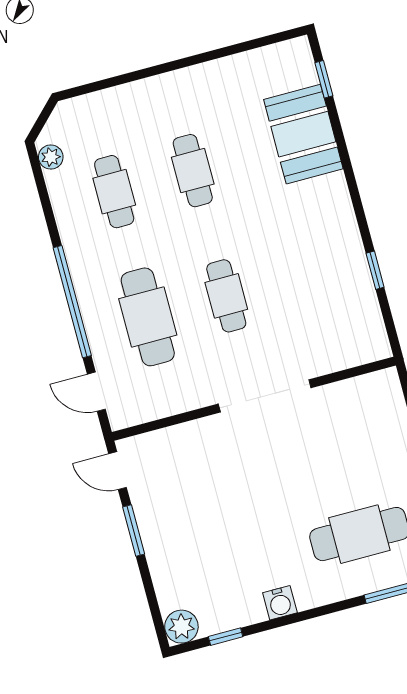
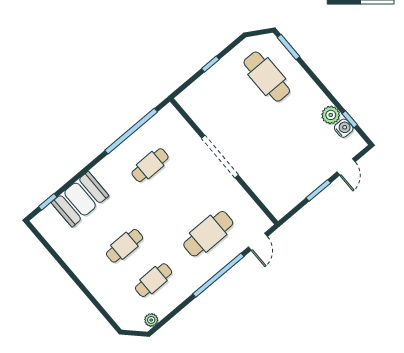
window: (375, 270) -> (131, 131), width x3.17
cafe table: (226, 296) -> (150, 165), moved
door: (117, 471) -> (346, 167), moved
water cooler: (280, 603) -> (344, 128), moved
plant: (181, 627) -> (331, 115), moved

